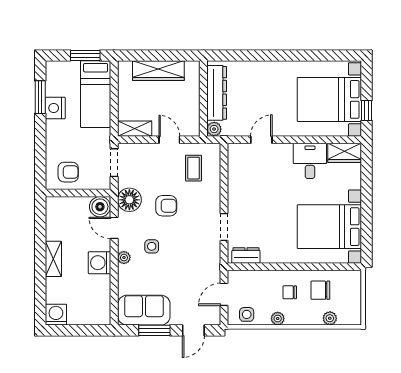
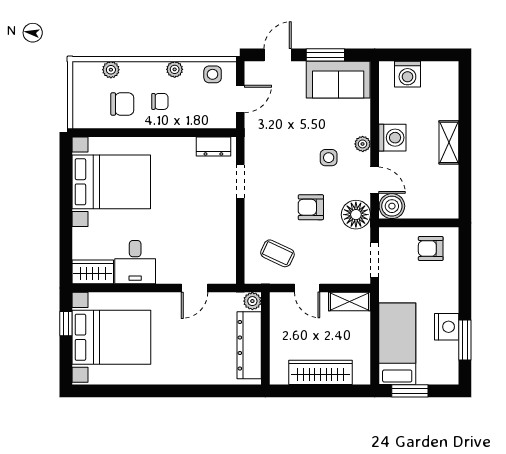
coffee table: (194, 168) -> (277, 253), turned -65
washing machine: (56, 315) -> (407, 74), moved

